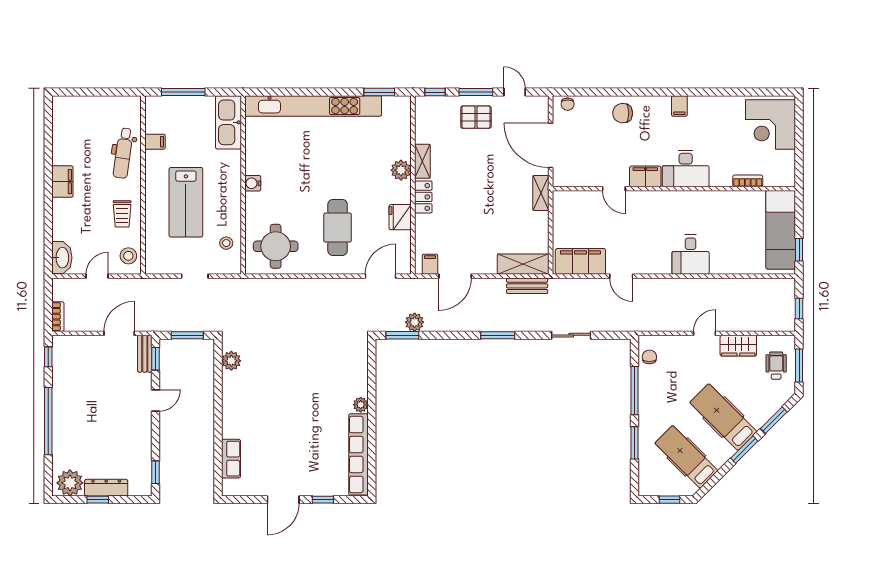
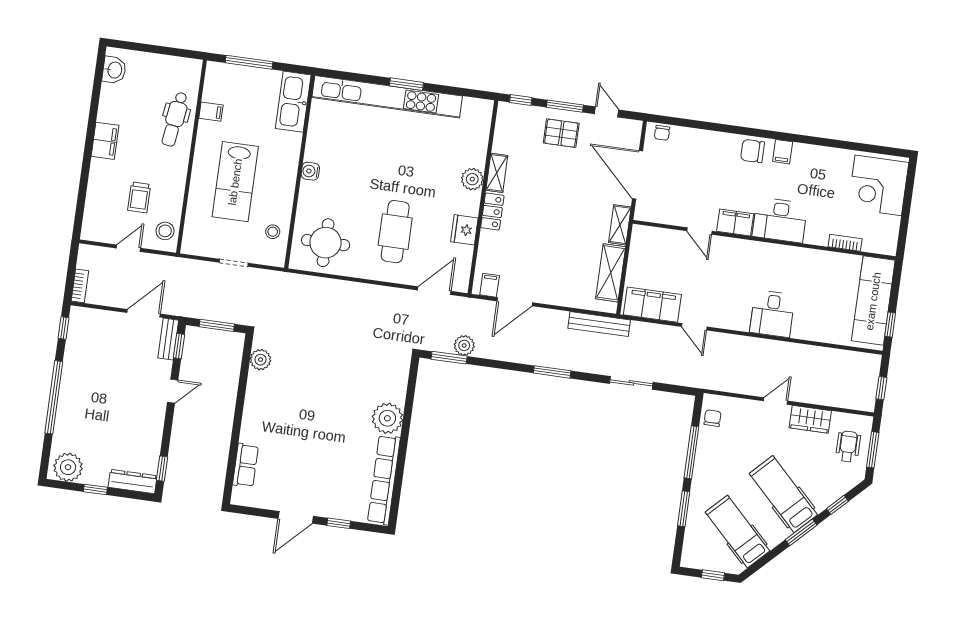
window: (379, 92) -> (406, 84), moved
chair: (623, 113) -> (753, 151), moved
trolley: (122, 214) -> (139, 197), moved
washbasin: (62, 258) -> (114, 70), moved, width x0.72
shelving: (523, 264) -> (611, 273), moved, turned 90
bench: (527, 286) -> (599, 324), width x1.36
plant: (361, 405) -> (387, 418), width x1.88, depth x1.88
window: (774, 420) -> (837, 505), width x0.67
dresser: (106, 488) -> (133, 481), moved

